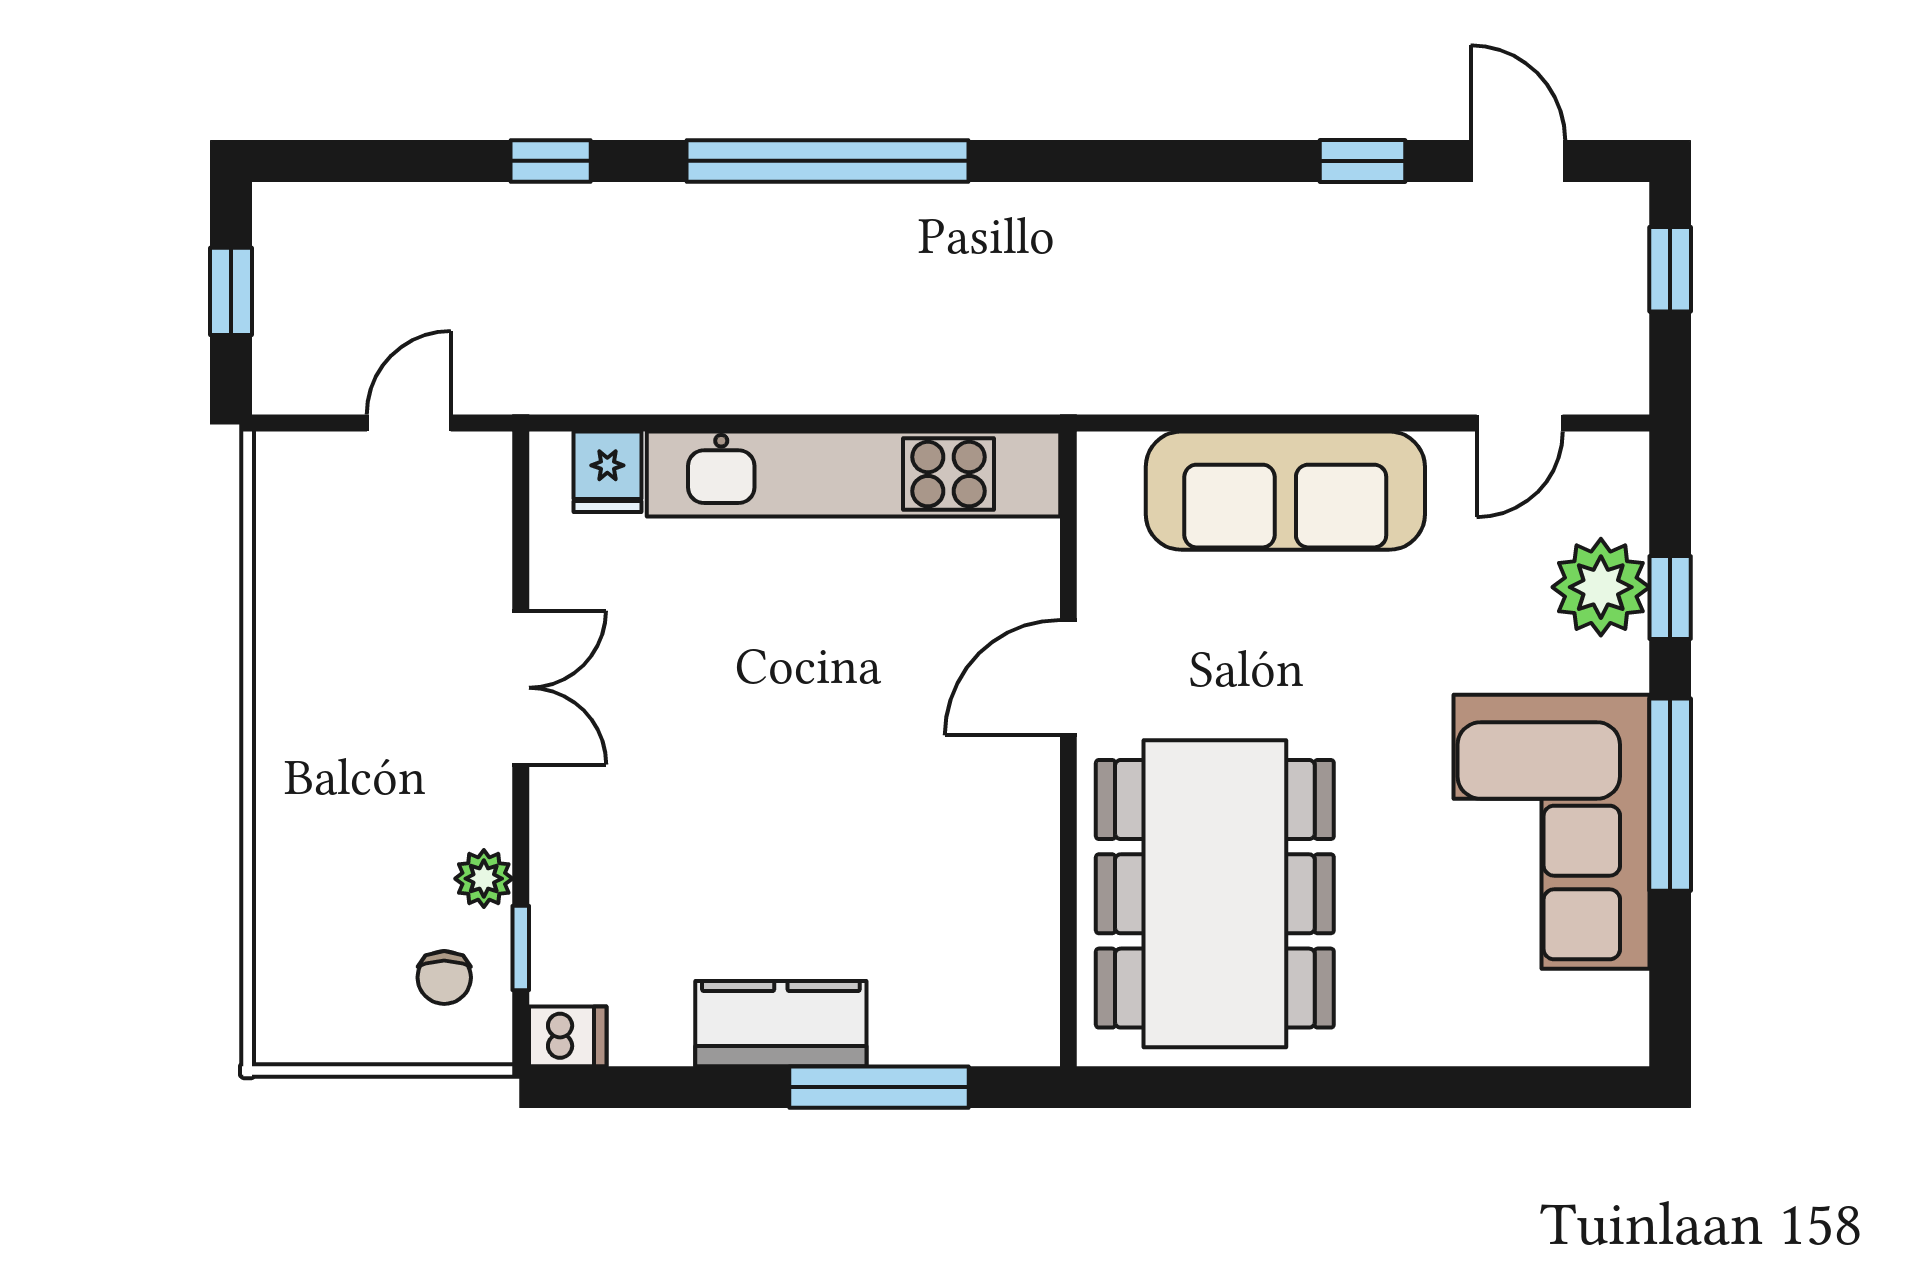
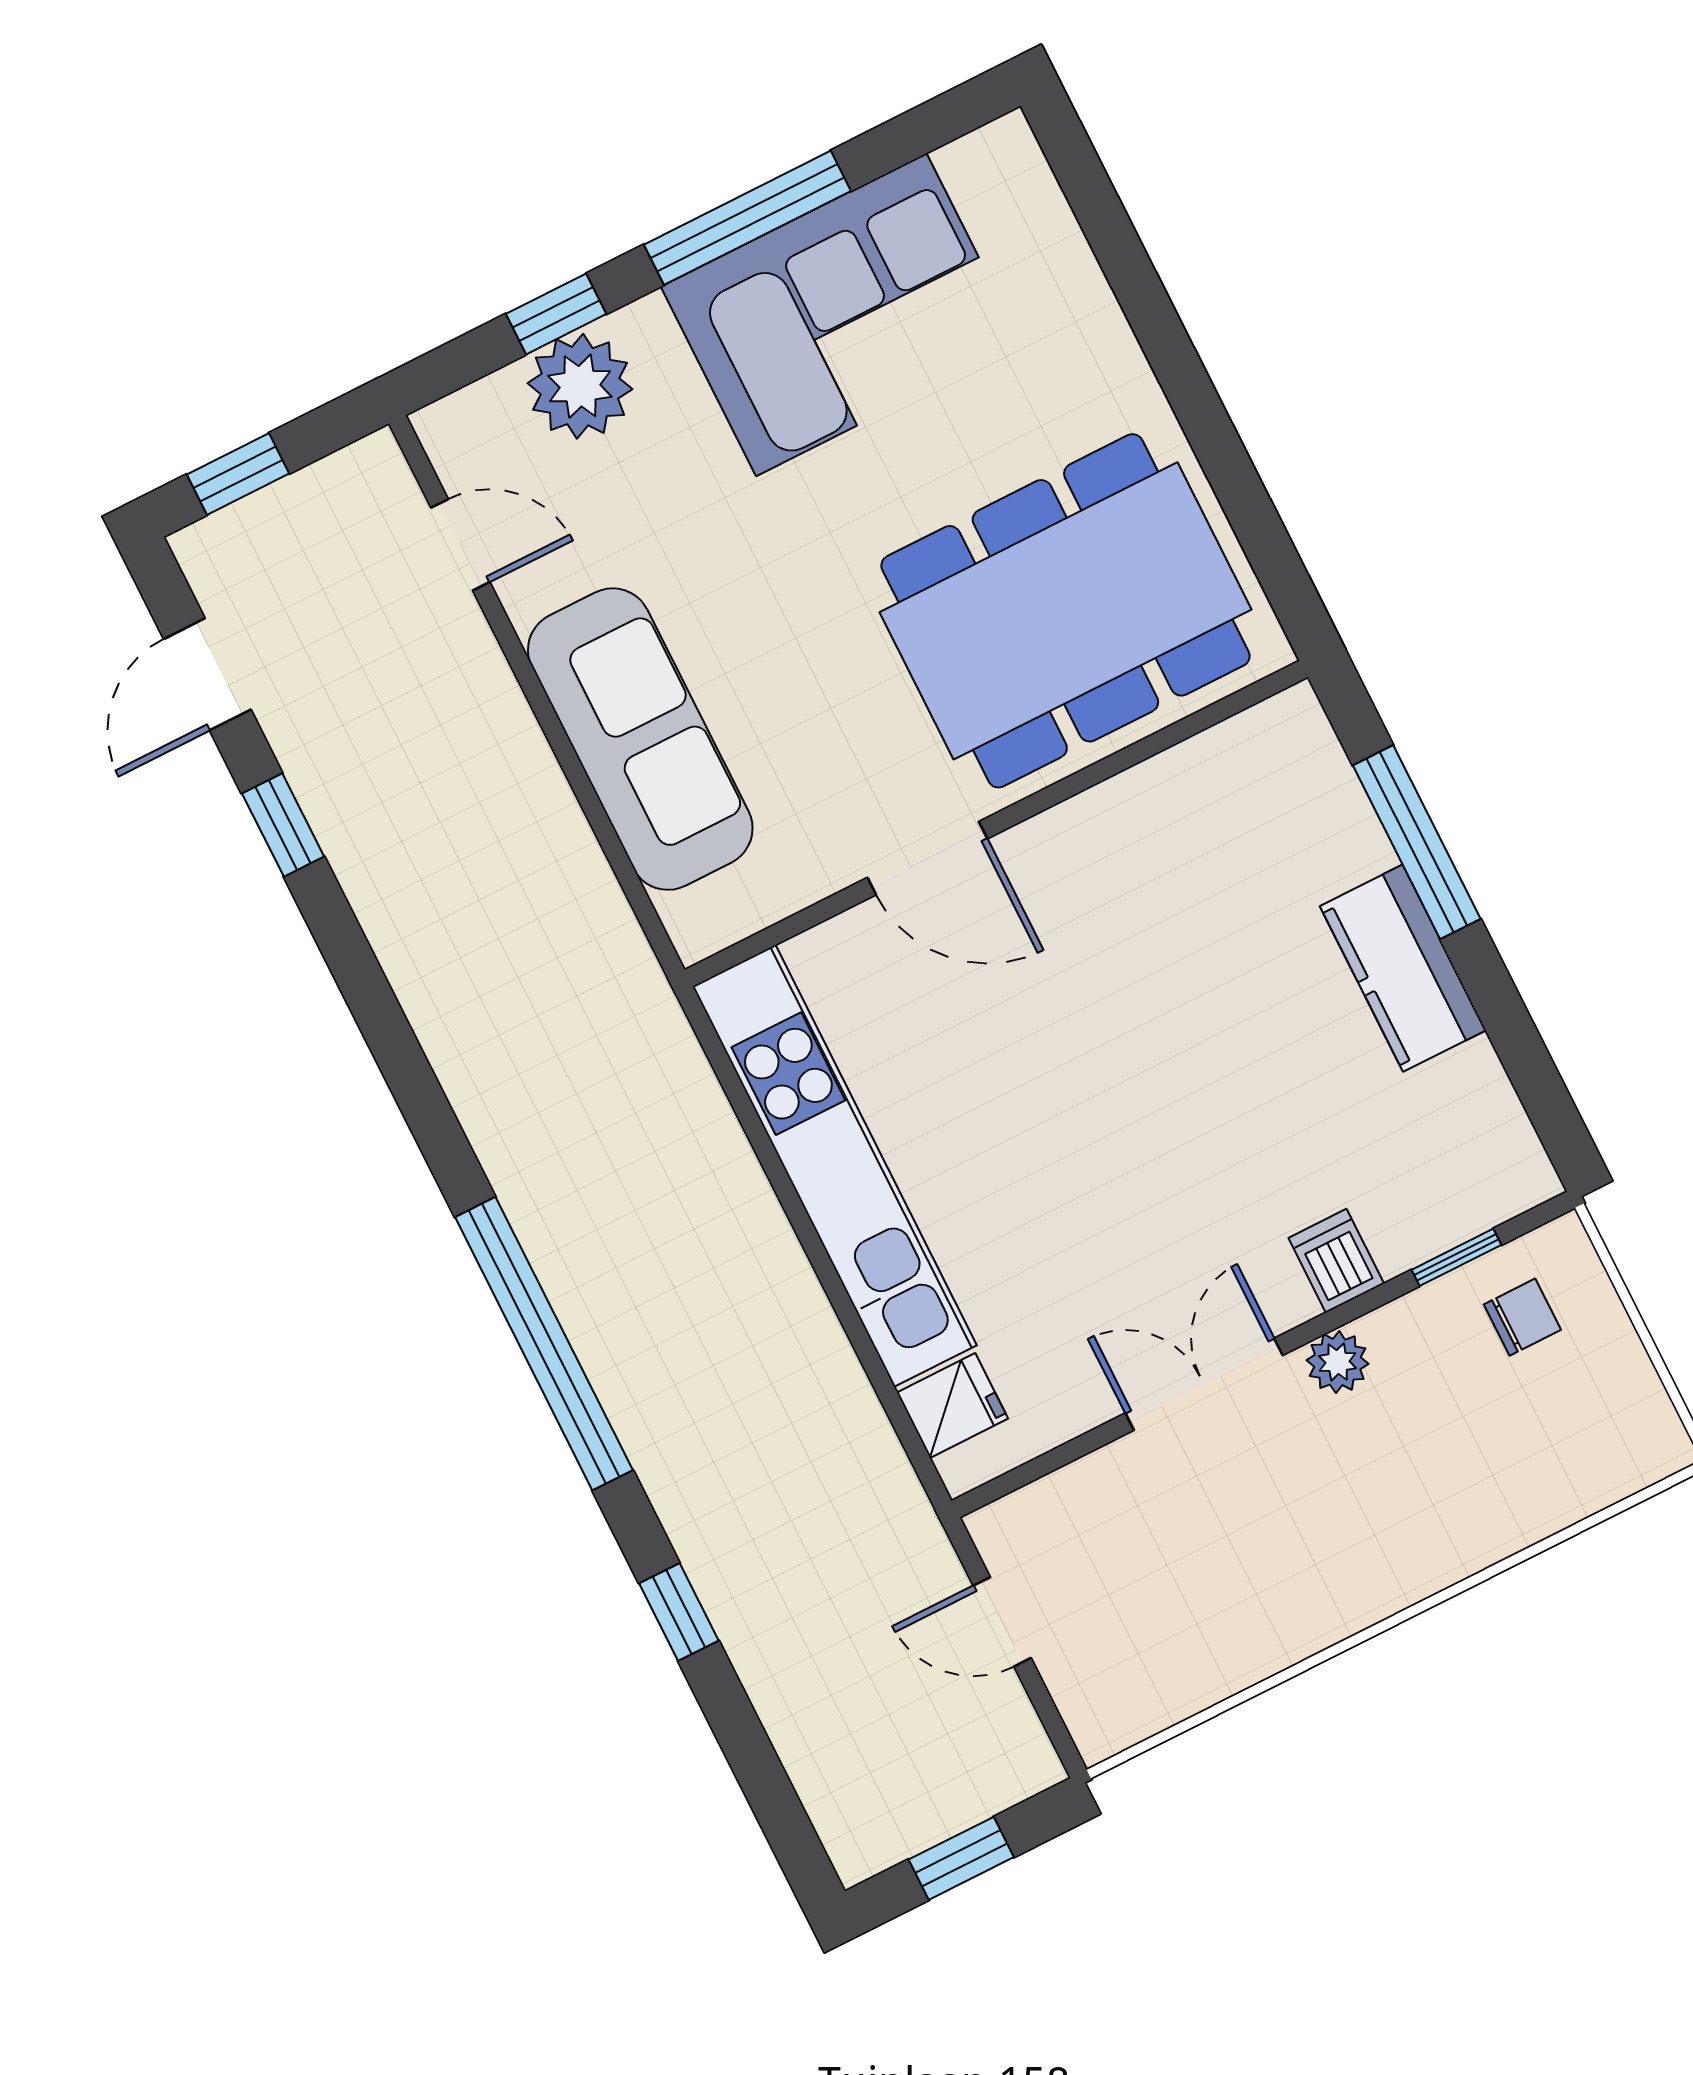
plant: (484, 879) -> (1338, 1362), moved
dishwasher: (568, 1036) -> (1336, 1261), moved

